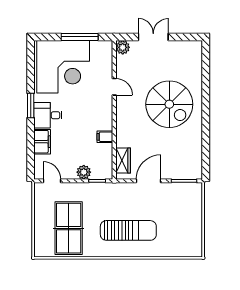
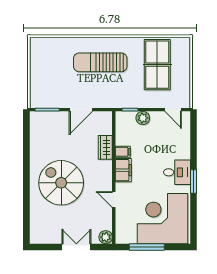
double door: (153, 37) -> (76, 247), swing flipped
filing cabinet: (42, 142) -> (123, 170), moved, turned 180
wardrobe: (123, 161) -> (105, 147), moved

